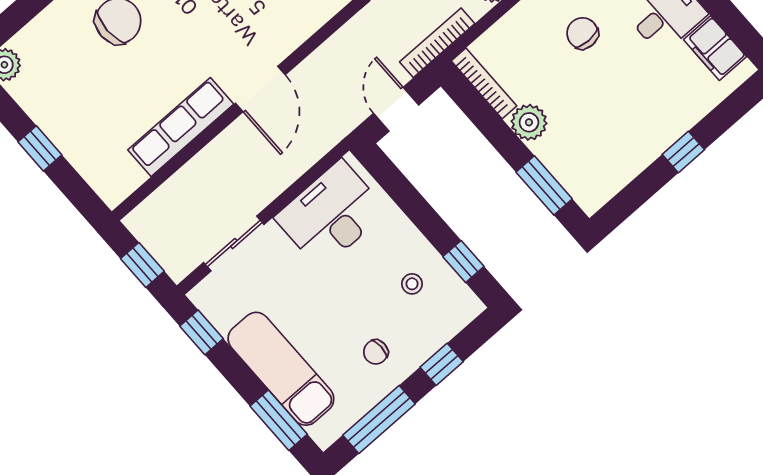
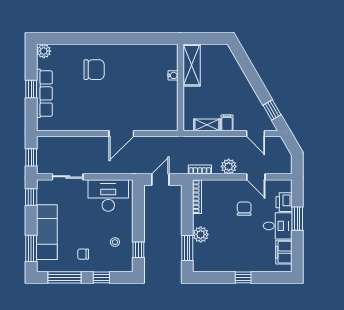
bookcase: (437, 43) -> (200, 170), width x0.64
plant: (529, 122) -> (201, 234), moved
row of seats: (181, 127) -> (44, 93), moved, turned 90

